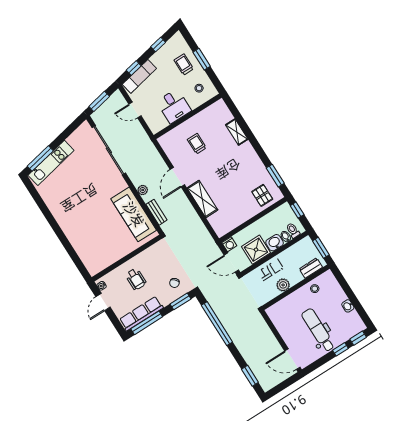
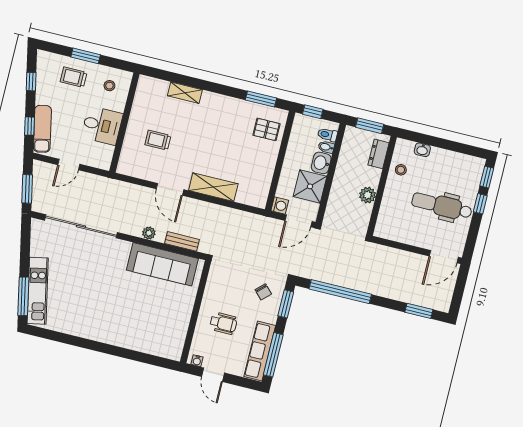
washbasin: (348, 306) -> (422, 150), moved

